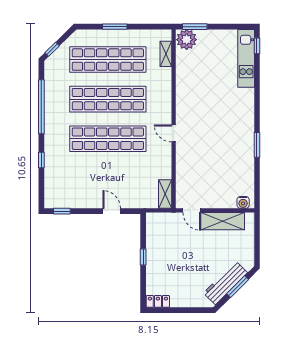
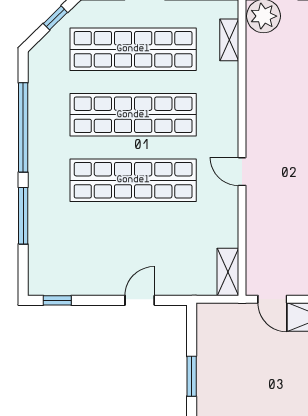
window: (52, 49) -> (55, 18), moved
window: (41, 160) -> (23, 216), width x2.17
door: (112, 211) -> (140, 300), hinge flipped
window: (143, 257) -> (192, 376), width x1.50

